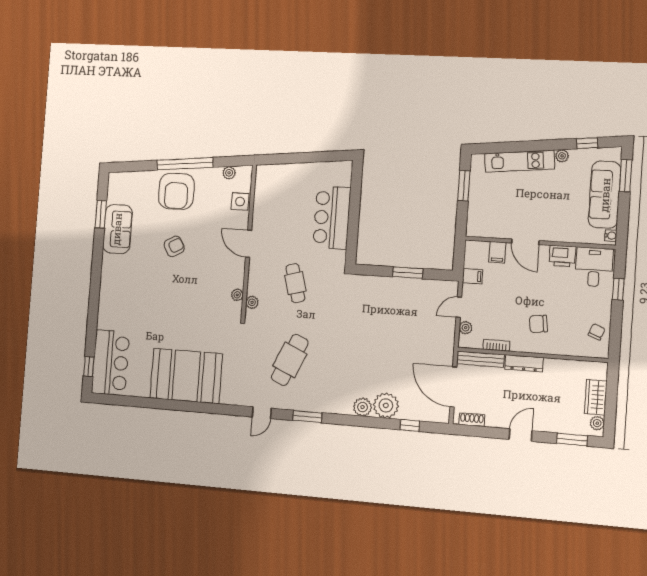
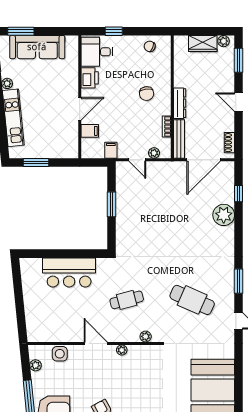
water cooler: (611, 236) -> (70, 40), removed
door: (249, 244) -> (96, 343), swing flipped
plant: (237, 295) -> (122, 350), moved
plant: (363, 407) -> (227, 235), removed

